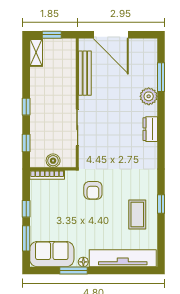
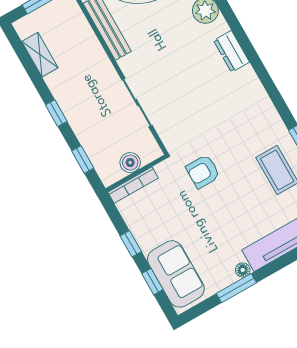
shelving: (36, 52) -> (40, 55), moved
armchair: (93, 190) -> (203, 171), turned 90
window: (26, 238) -> (152, 282), width x0.67
sofa: (52, 254) -> (176, 274), moved, turned 90

